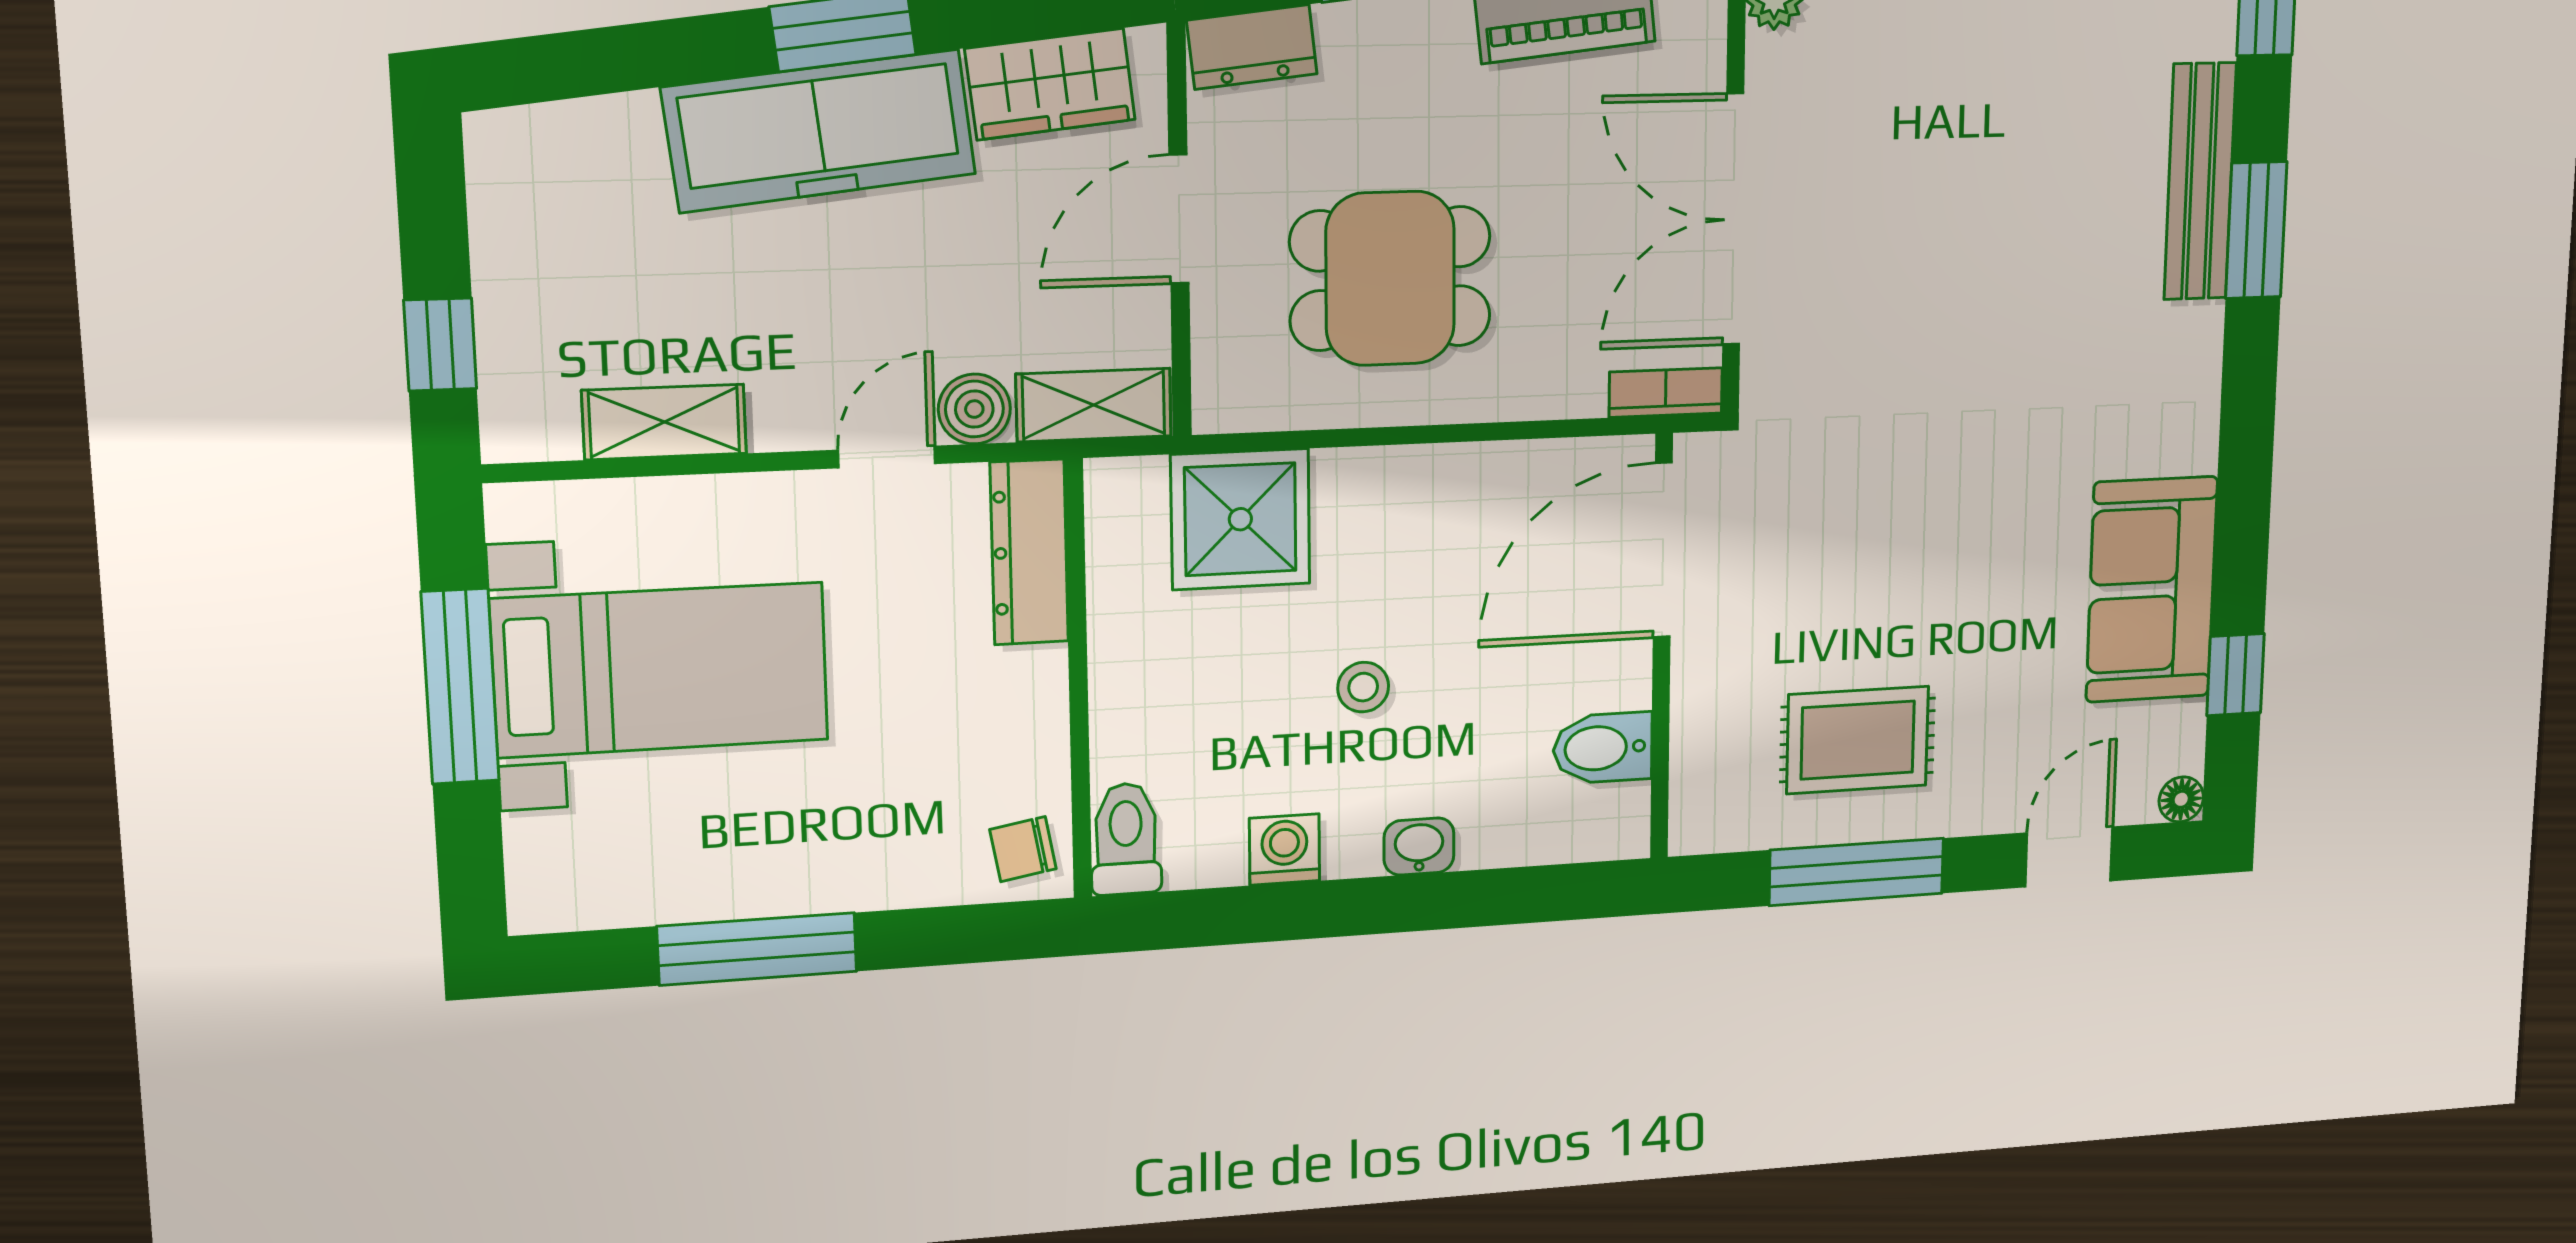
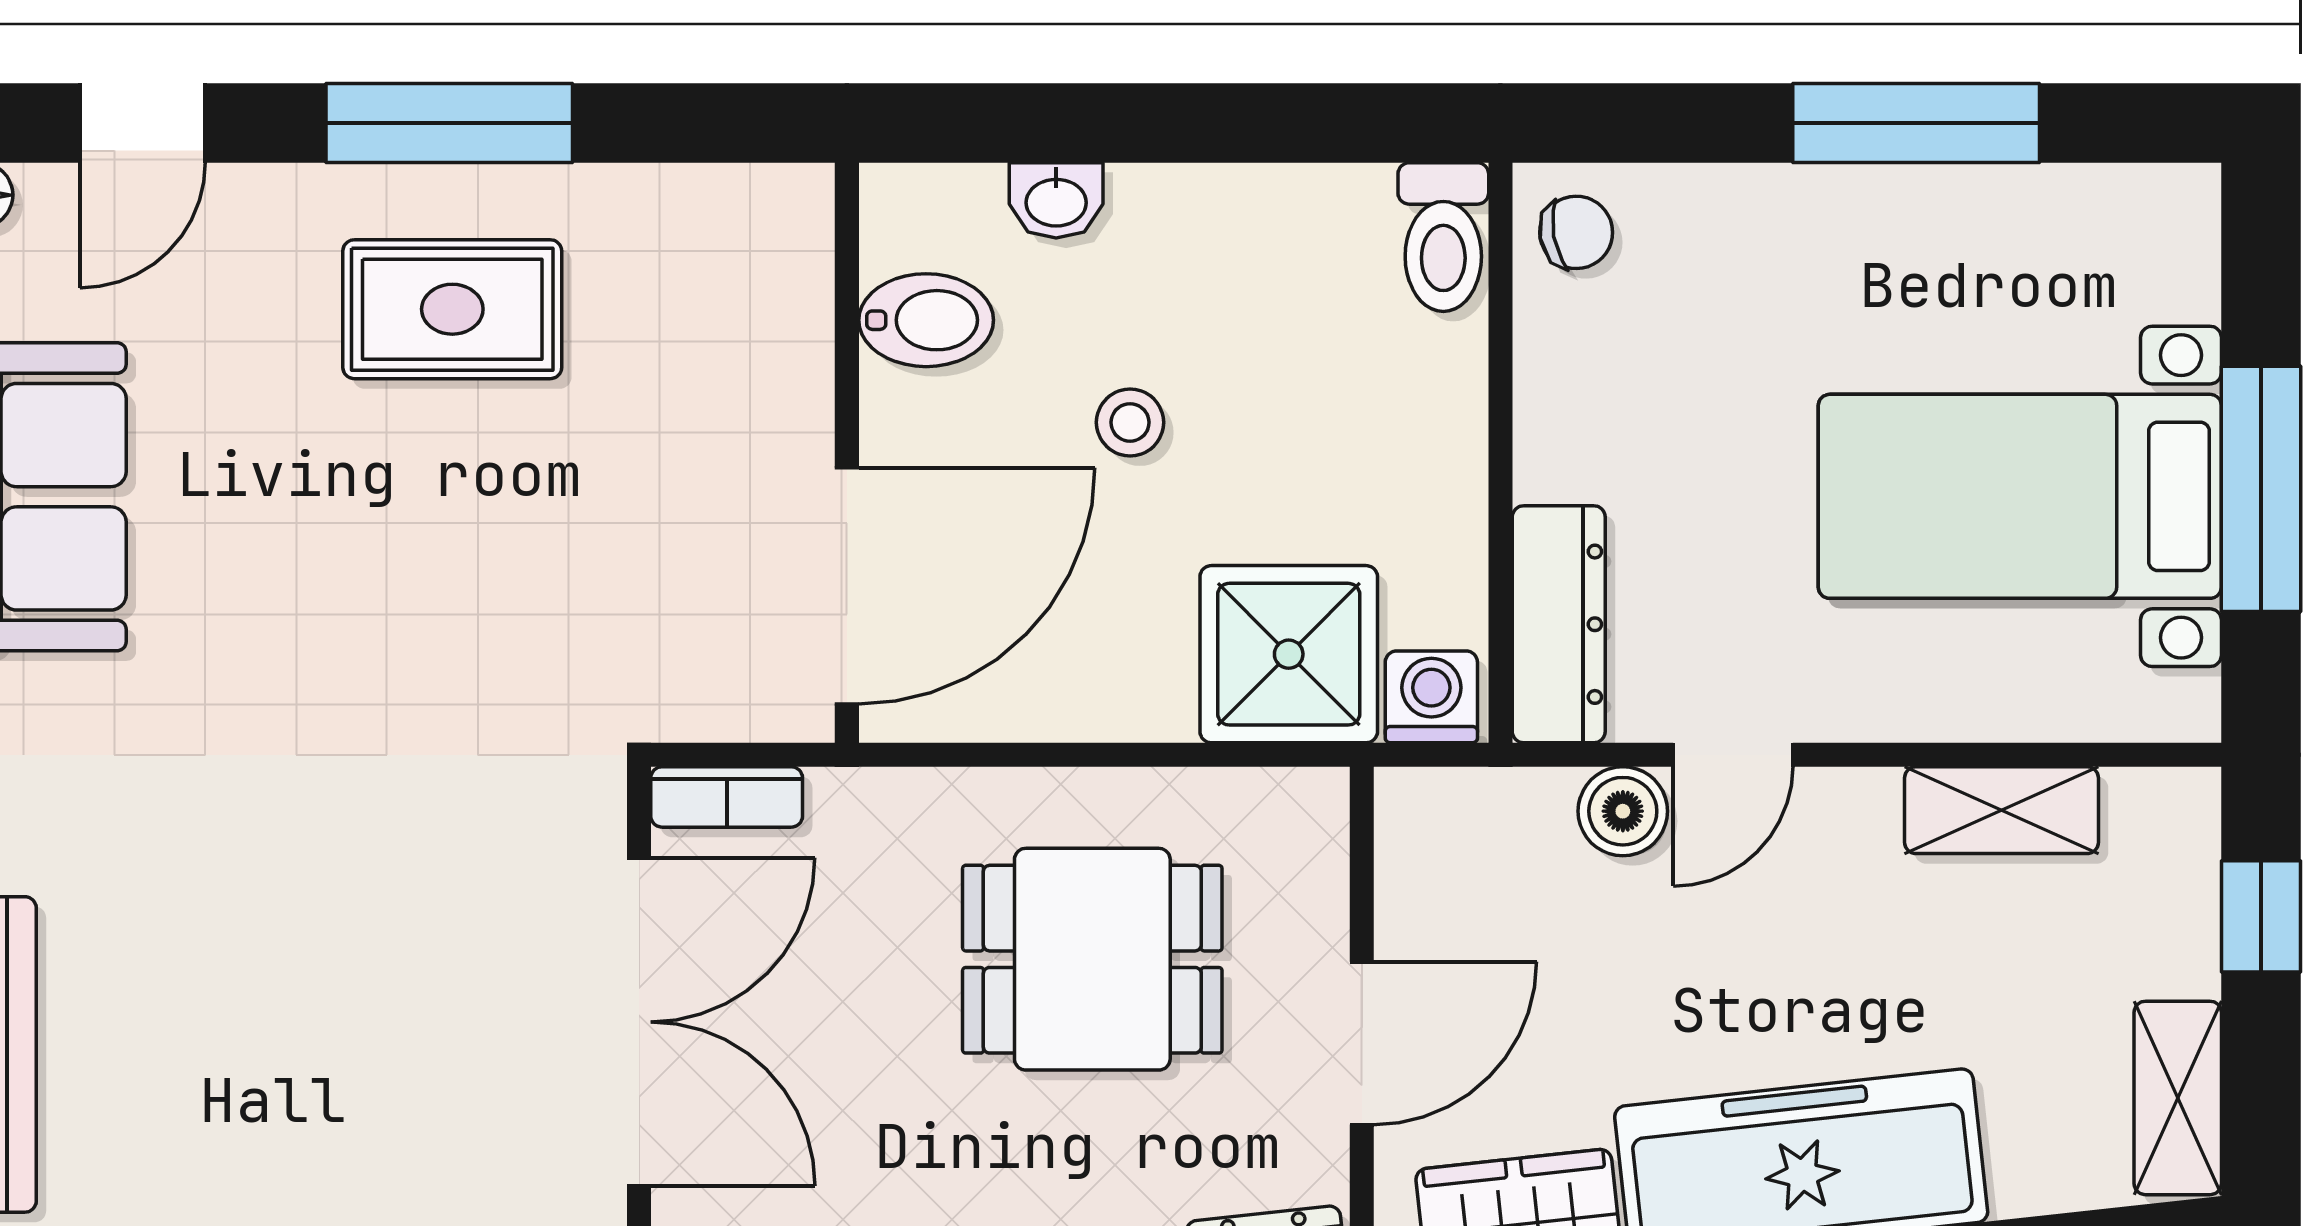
shelving: (1094, 405) -> (2178, 1098), moved, turned 90
door: (1663, 550) -> (847, 586), moved
wall: (1661, 648) -> (847, 453), moved
bidet: (1603, 748) -> (926, 320), moved
washing machine: (1285, 850) -> (1431, 697), moved, turned 180

